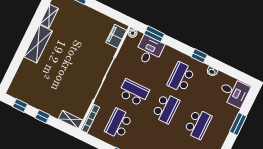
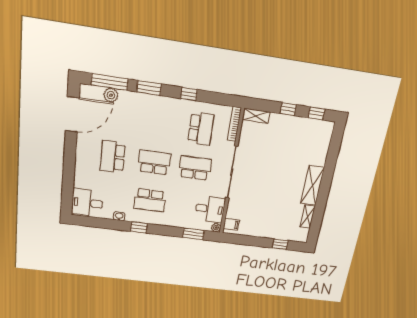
filing cabinet: (116, 36) -> (231, 224), width x0.50
desk: (149, 50) -> (210, 209), moved, turned -90
school desk: (181, 77) -> (150, 200), turned 90
school desk: (134, 93) -> (195, 168), turned 180
school desk: (166, 108) -> (154, 162), turned 90
window: (238, 124) -> (69, 171), removed

